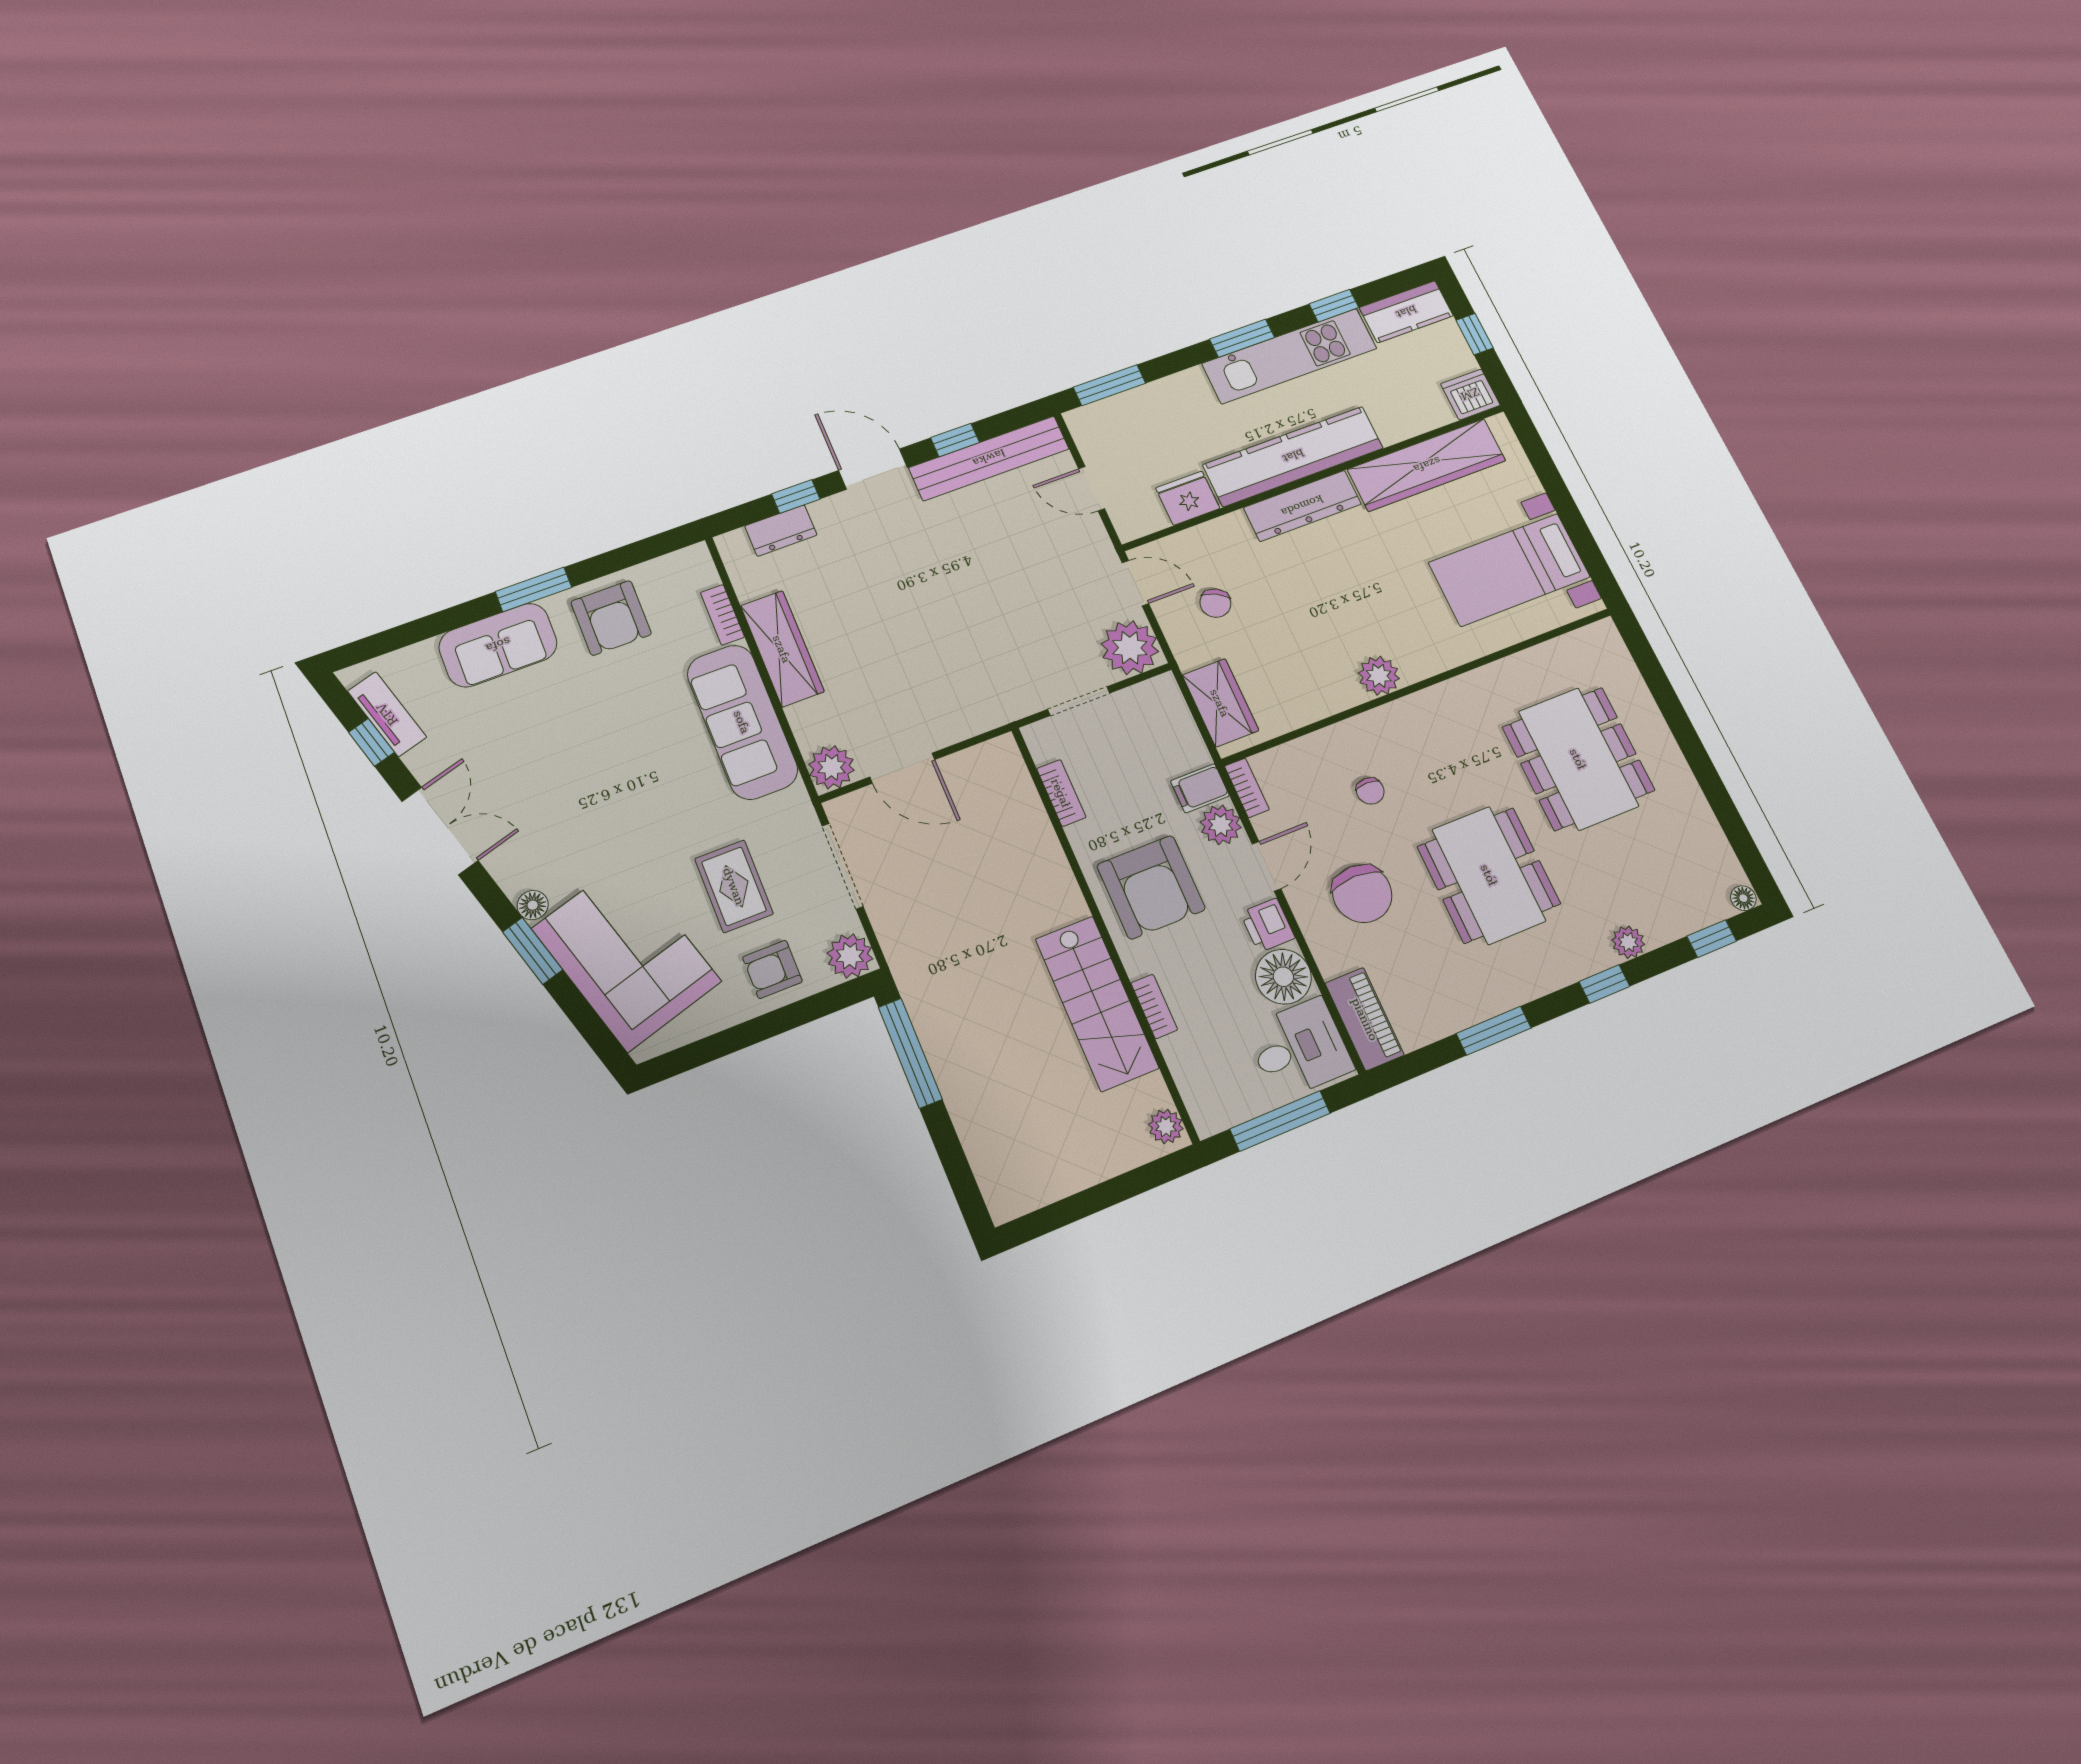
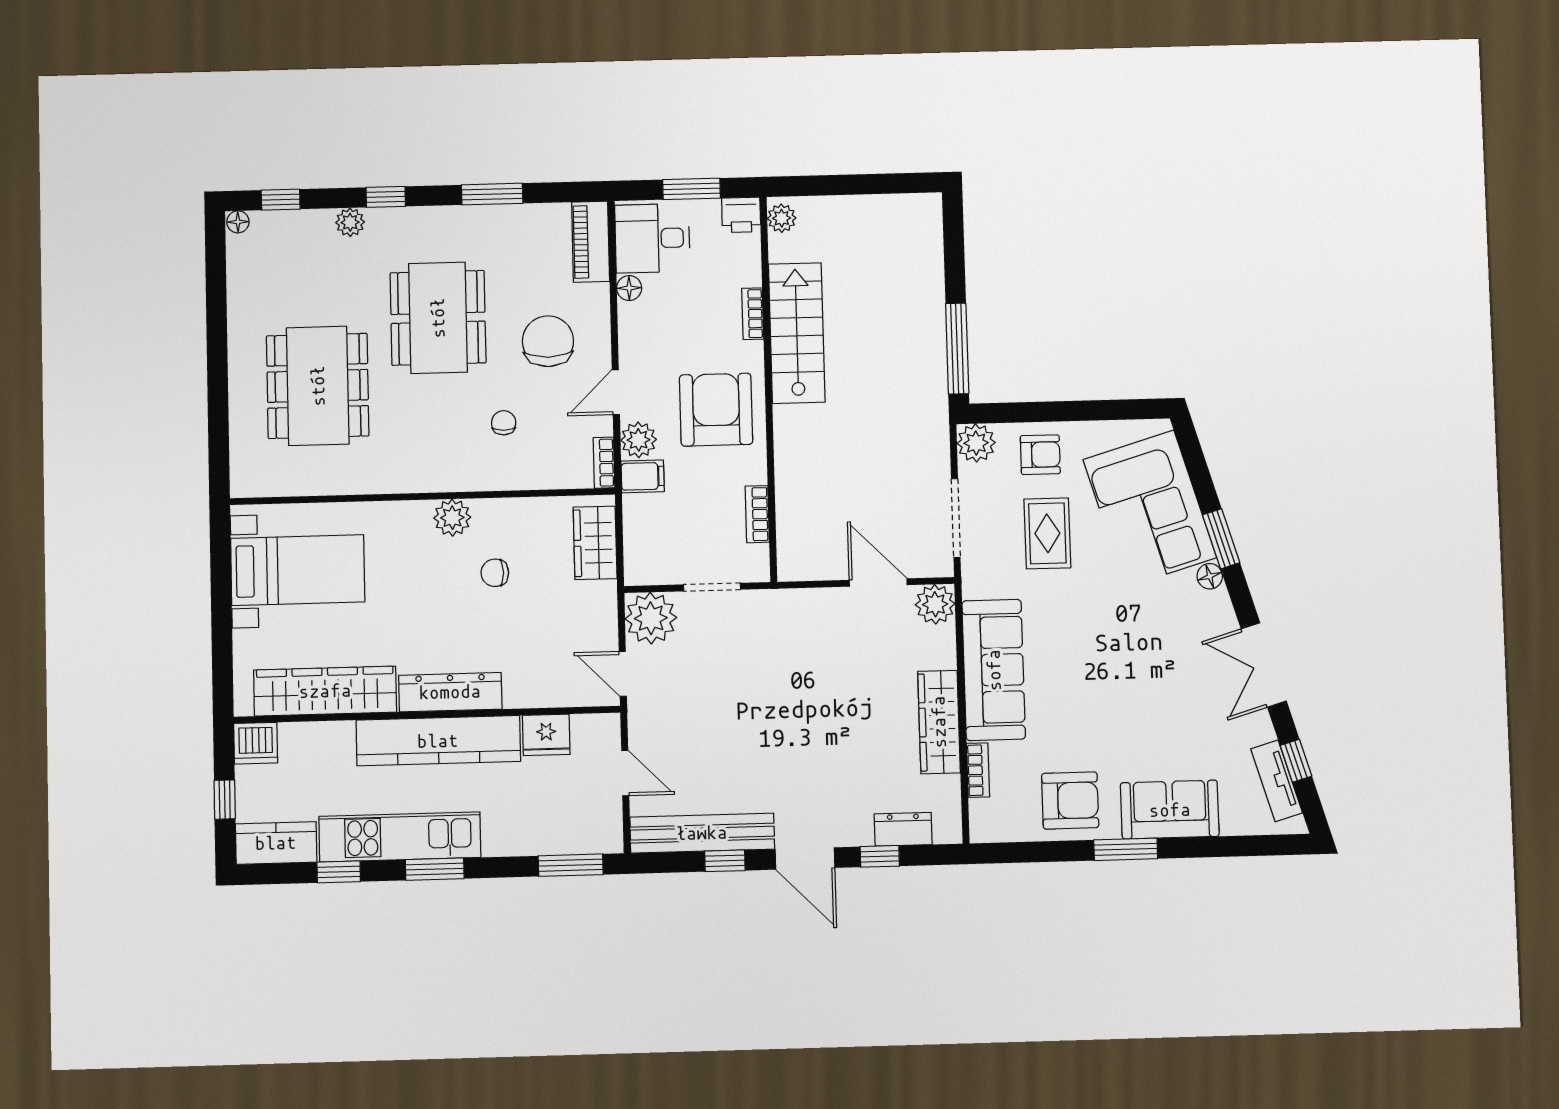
chair: (1215, 603) -> (495, 573), moved, turned -118
armchair: (611, 618) -> (1070, 800), turned 90
printer: (1268, 925) -> (741, 215), moved, turned 90
floor lamp: (1283, 977) -> (629, 288), width x0.53, depth x0.53
window: (1280, 1121) -> (691, 189), width x0.69

